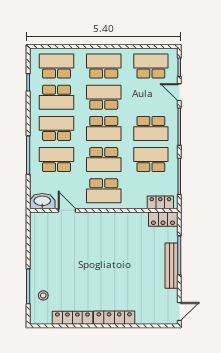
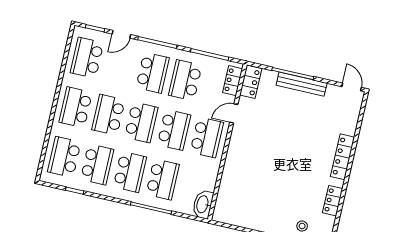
school desk: (56, 128) -> (130, 172), turned 180
school desk: (56, 160) -> (163, 179), turned 180
door: (67, 210) -> (234, 113), moved
locker: (72, 318) -> (333, 201), width x0.66

